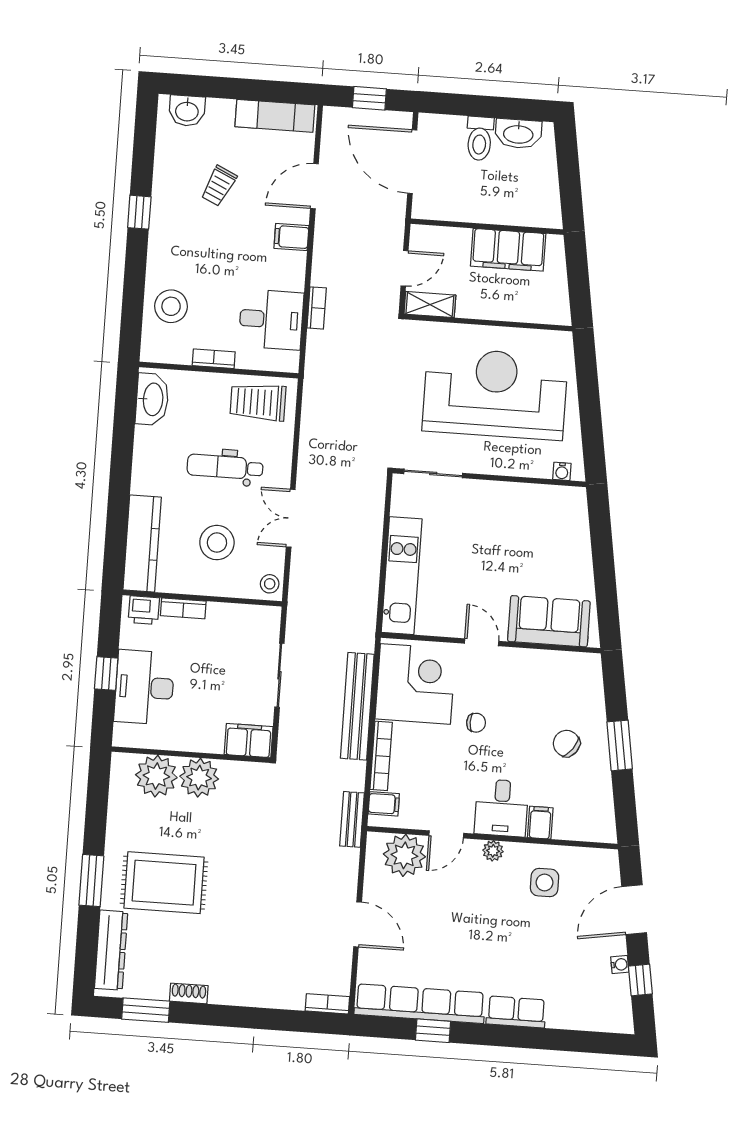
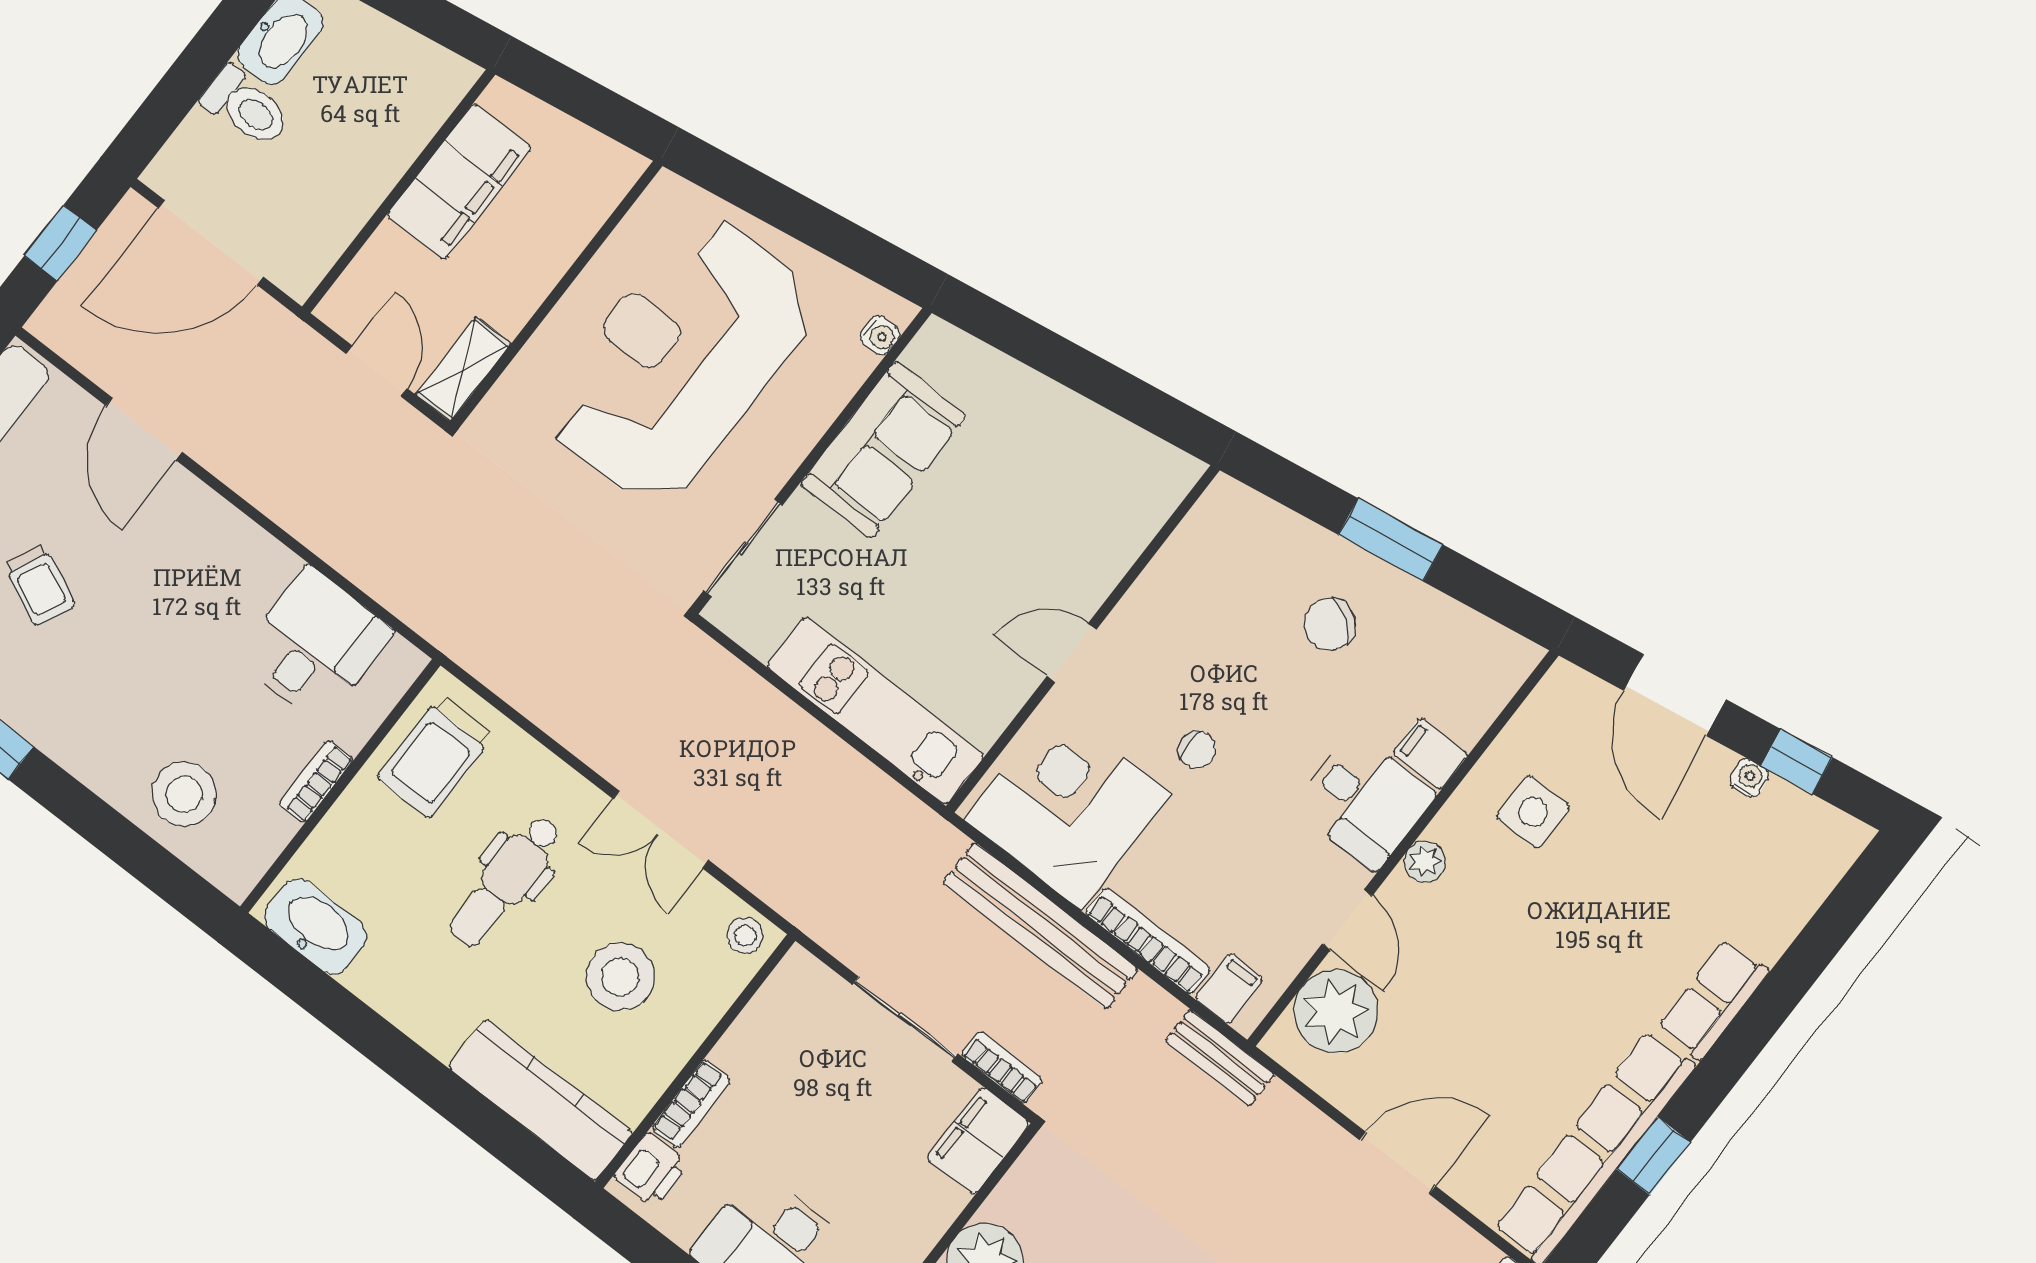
filing cabinet: (291, 237) -> (202, 522), removed
bookcase: (317, 308) -> (1002, 1067), moved
sofa: (549, 621) -> (883, 450), moved, turned 180
chair: (476, 723) -> (1197, 749), turned 90

